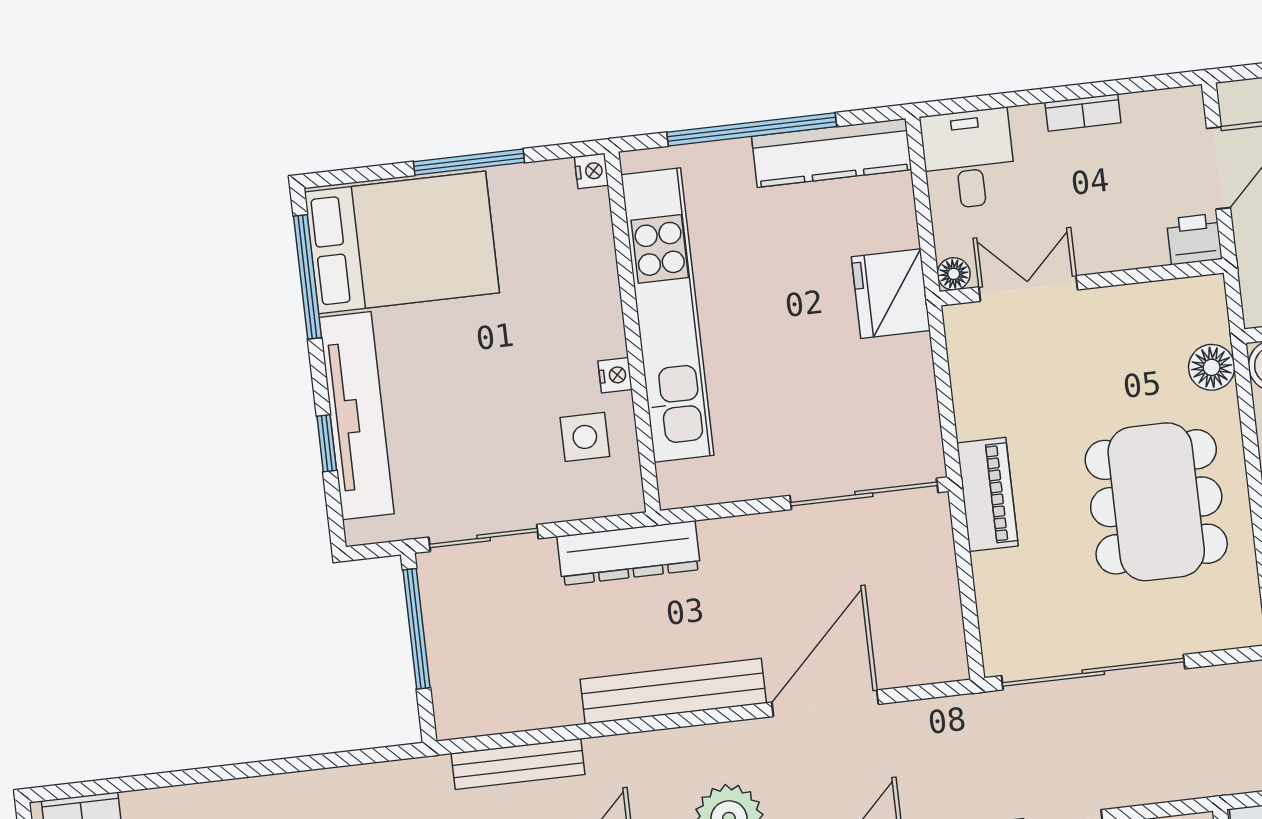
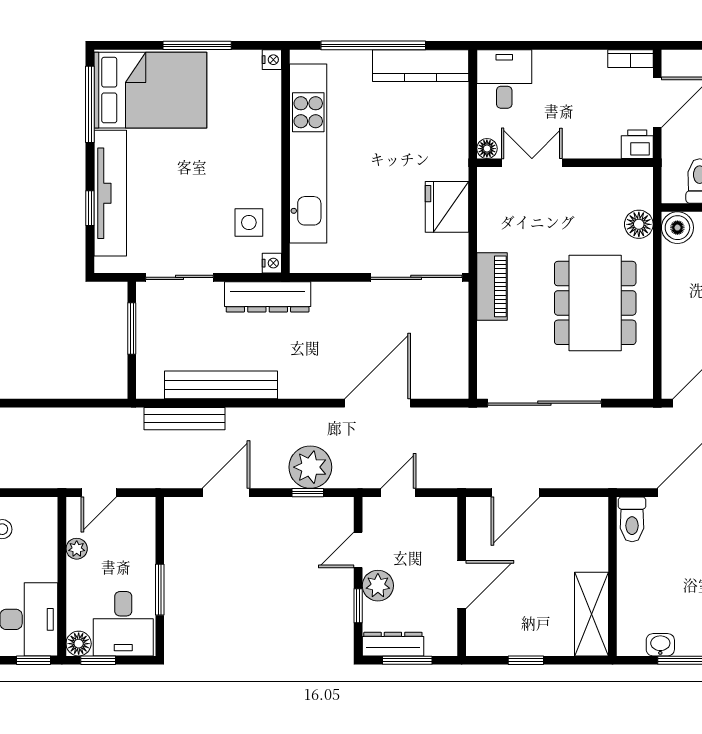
bookcase: (1083, 113) -> (630, 59), moved
fridge: (891, 294) -> (447, 207), moved
nightstand: (615, 375) -> (272, 263), moved
window: (416, 629) -> (132, 328), width x0.69
bench: (673, 691) -> (221, 385), moved

